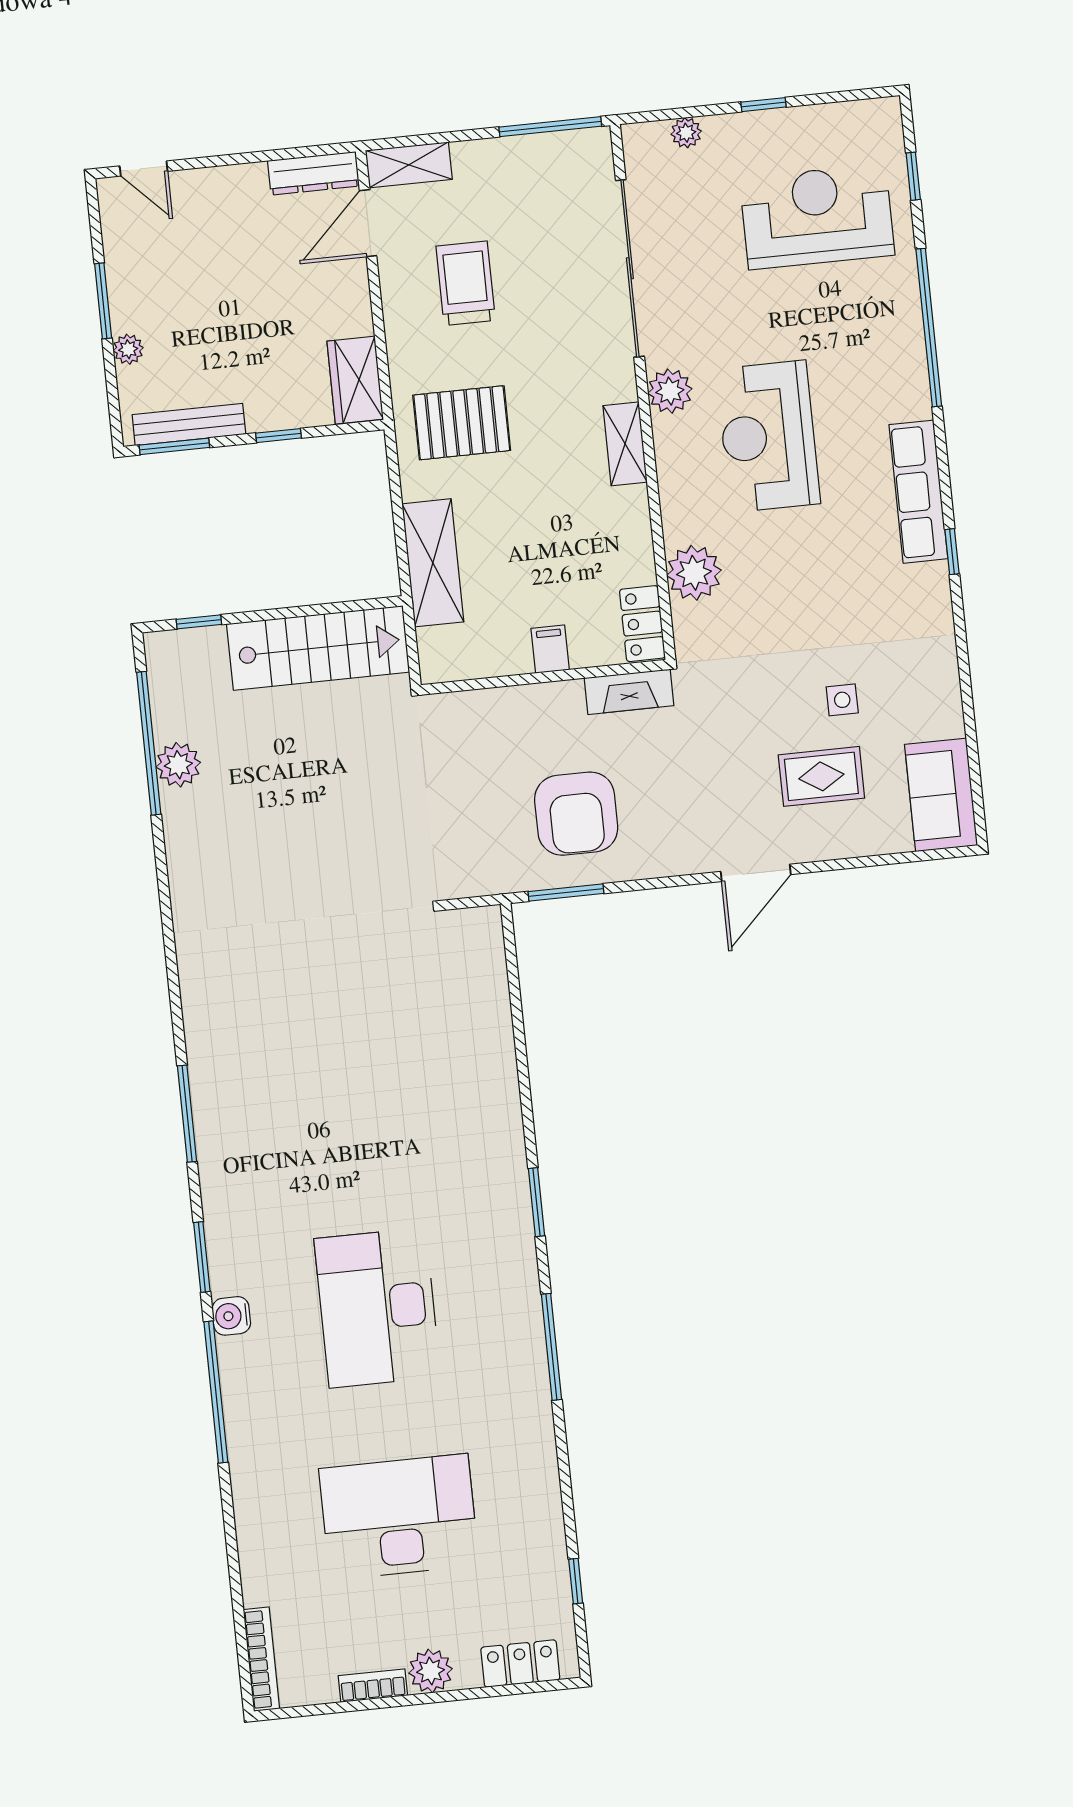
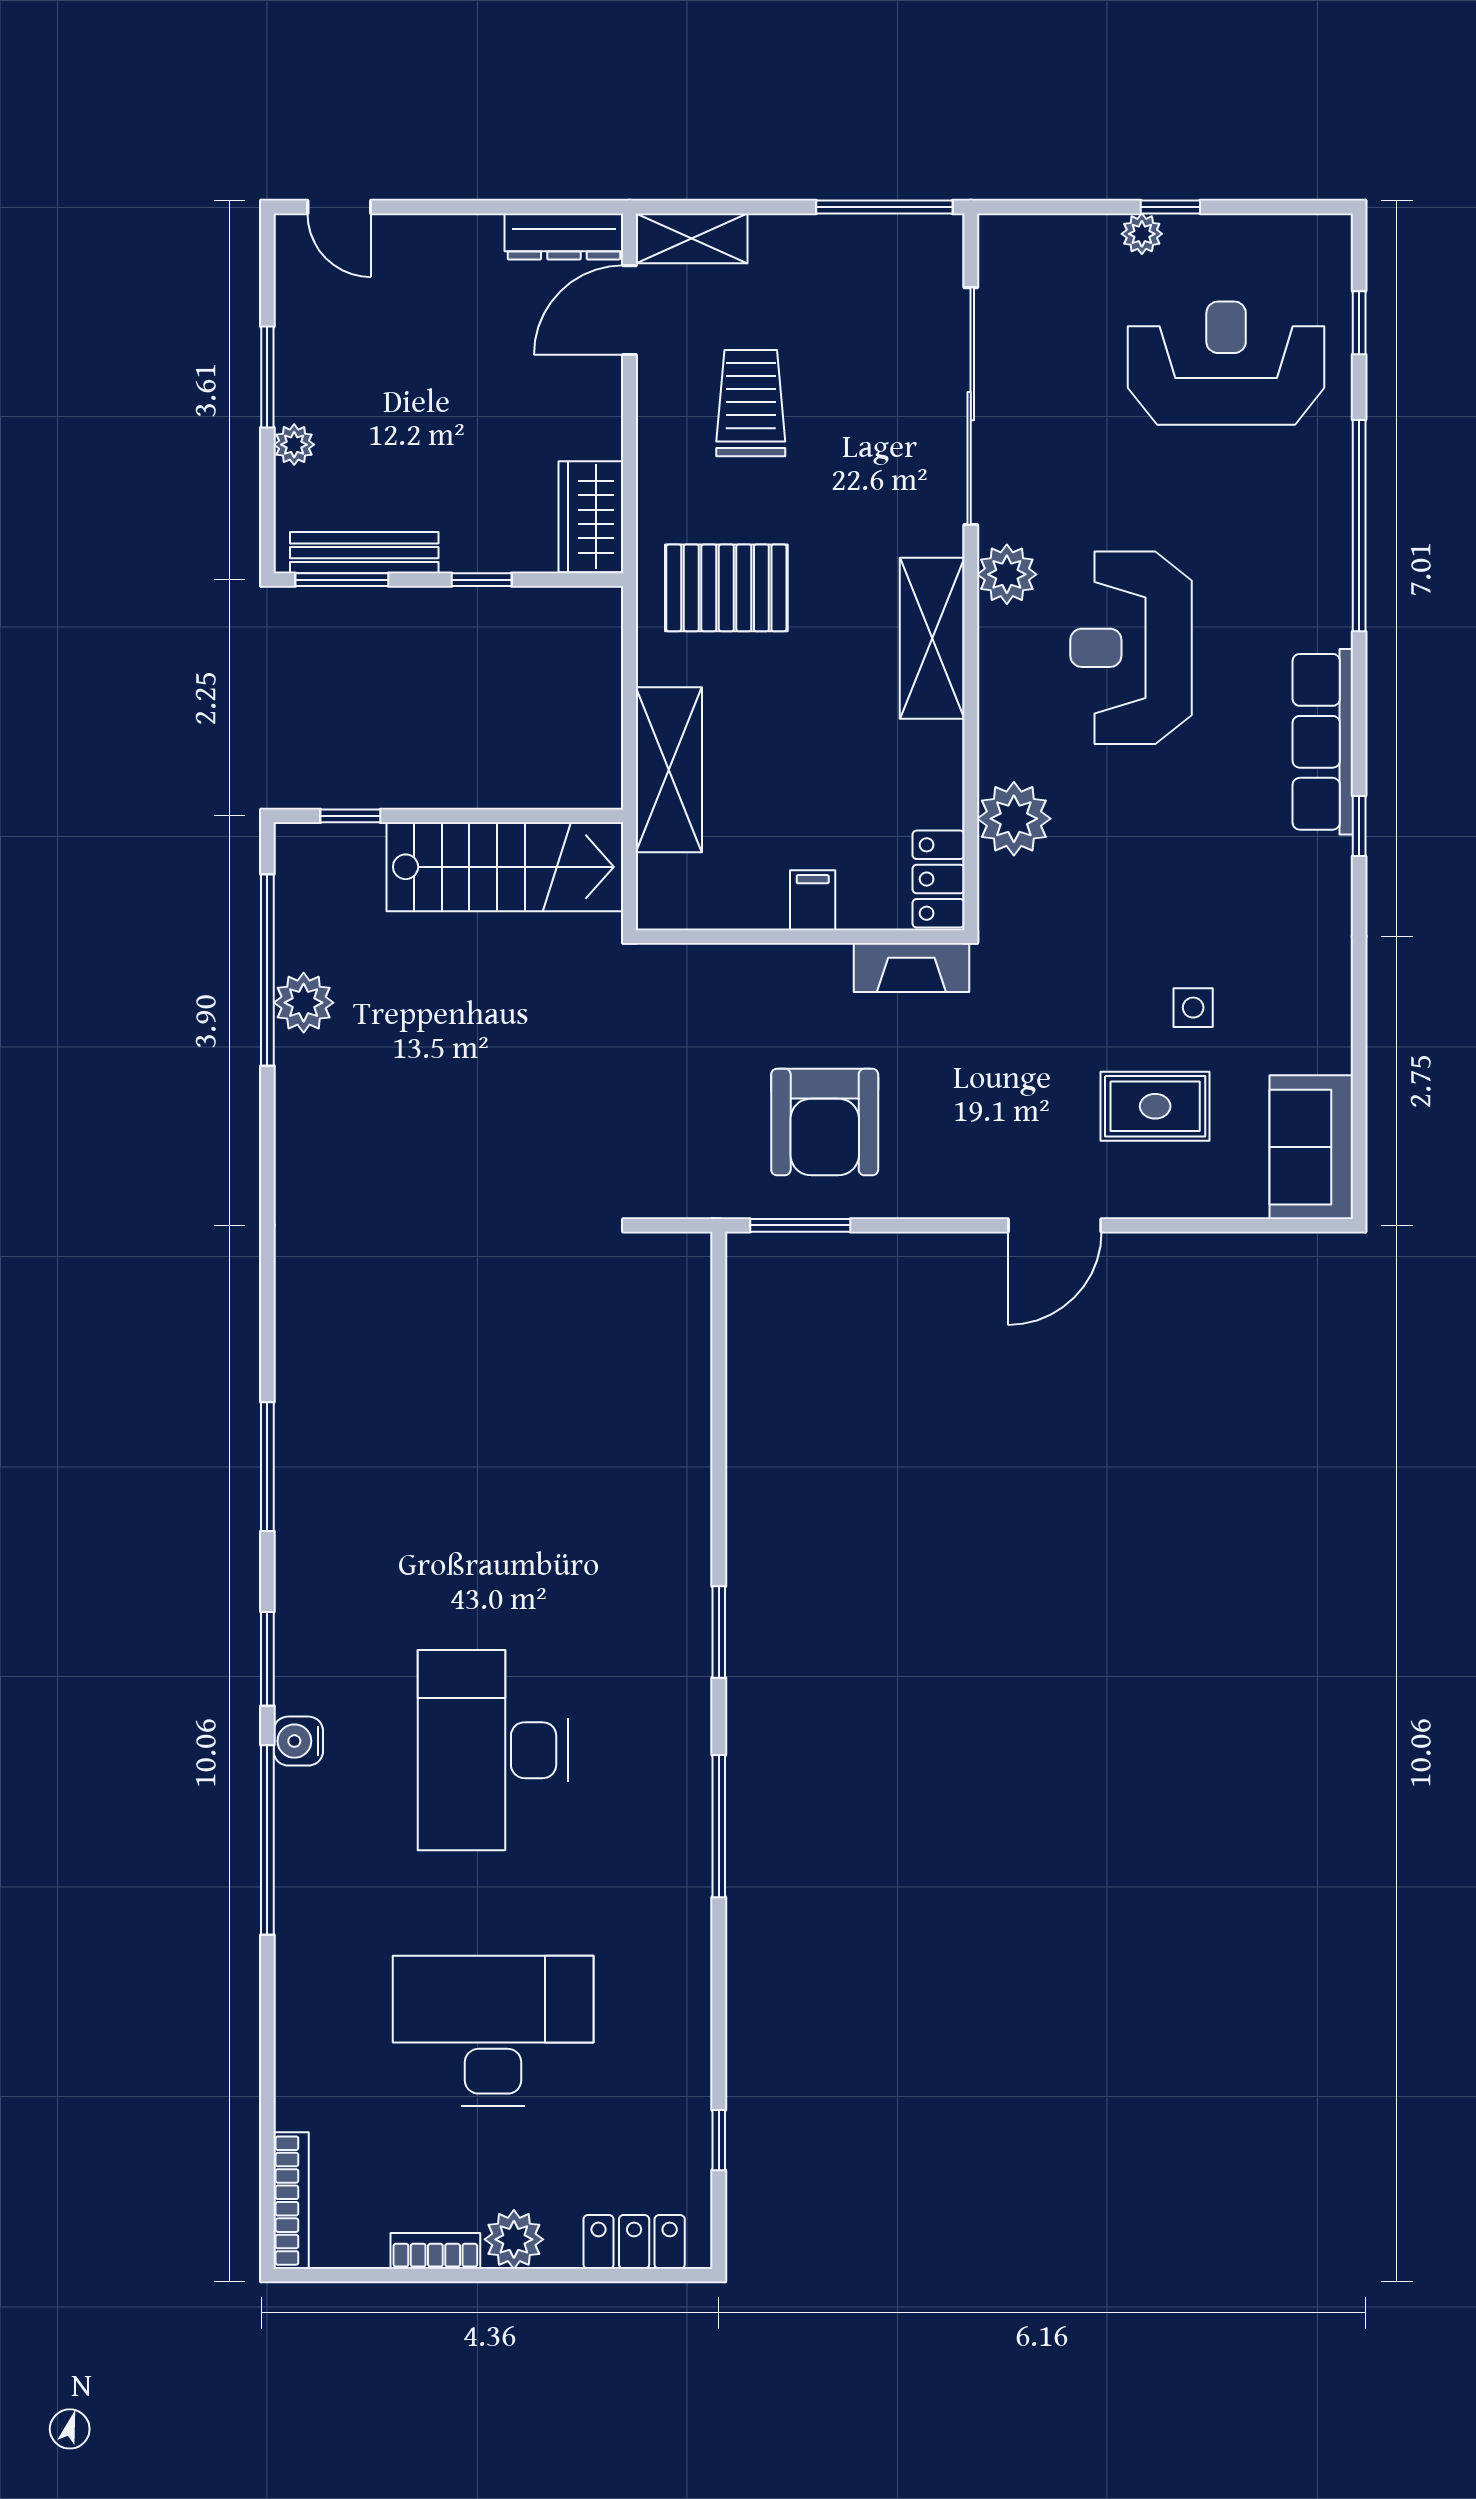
plant: (686, 133) -> (1142, 234), moved
shelving: (625, 444) -> (932, 638), width x1.50, depth x1.33

